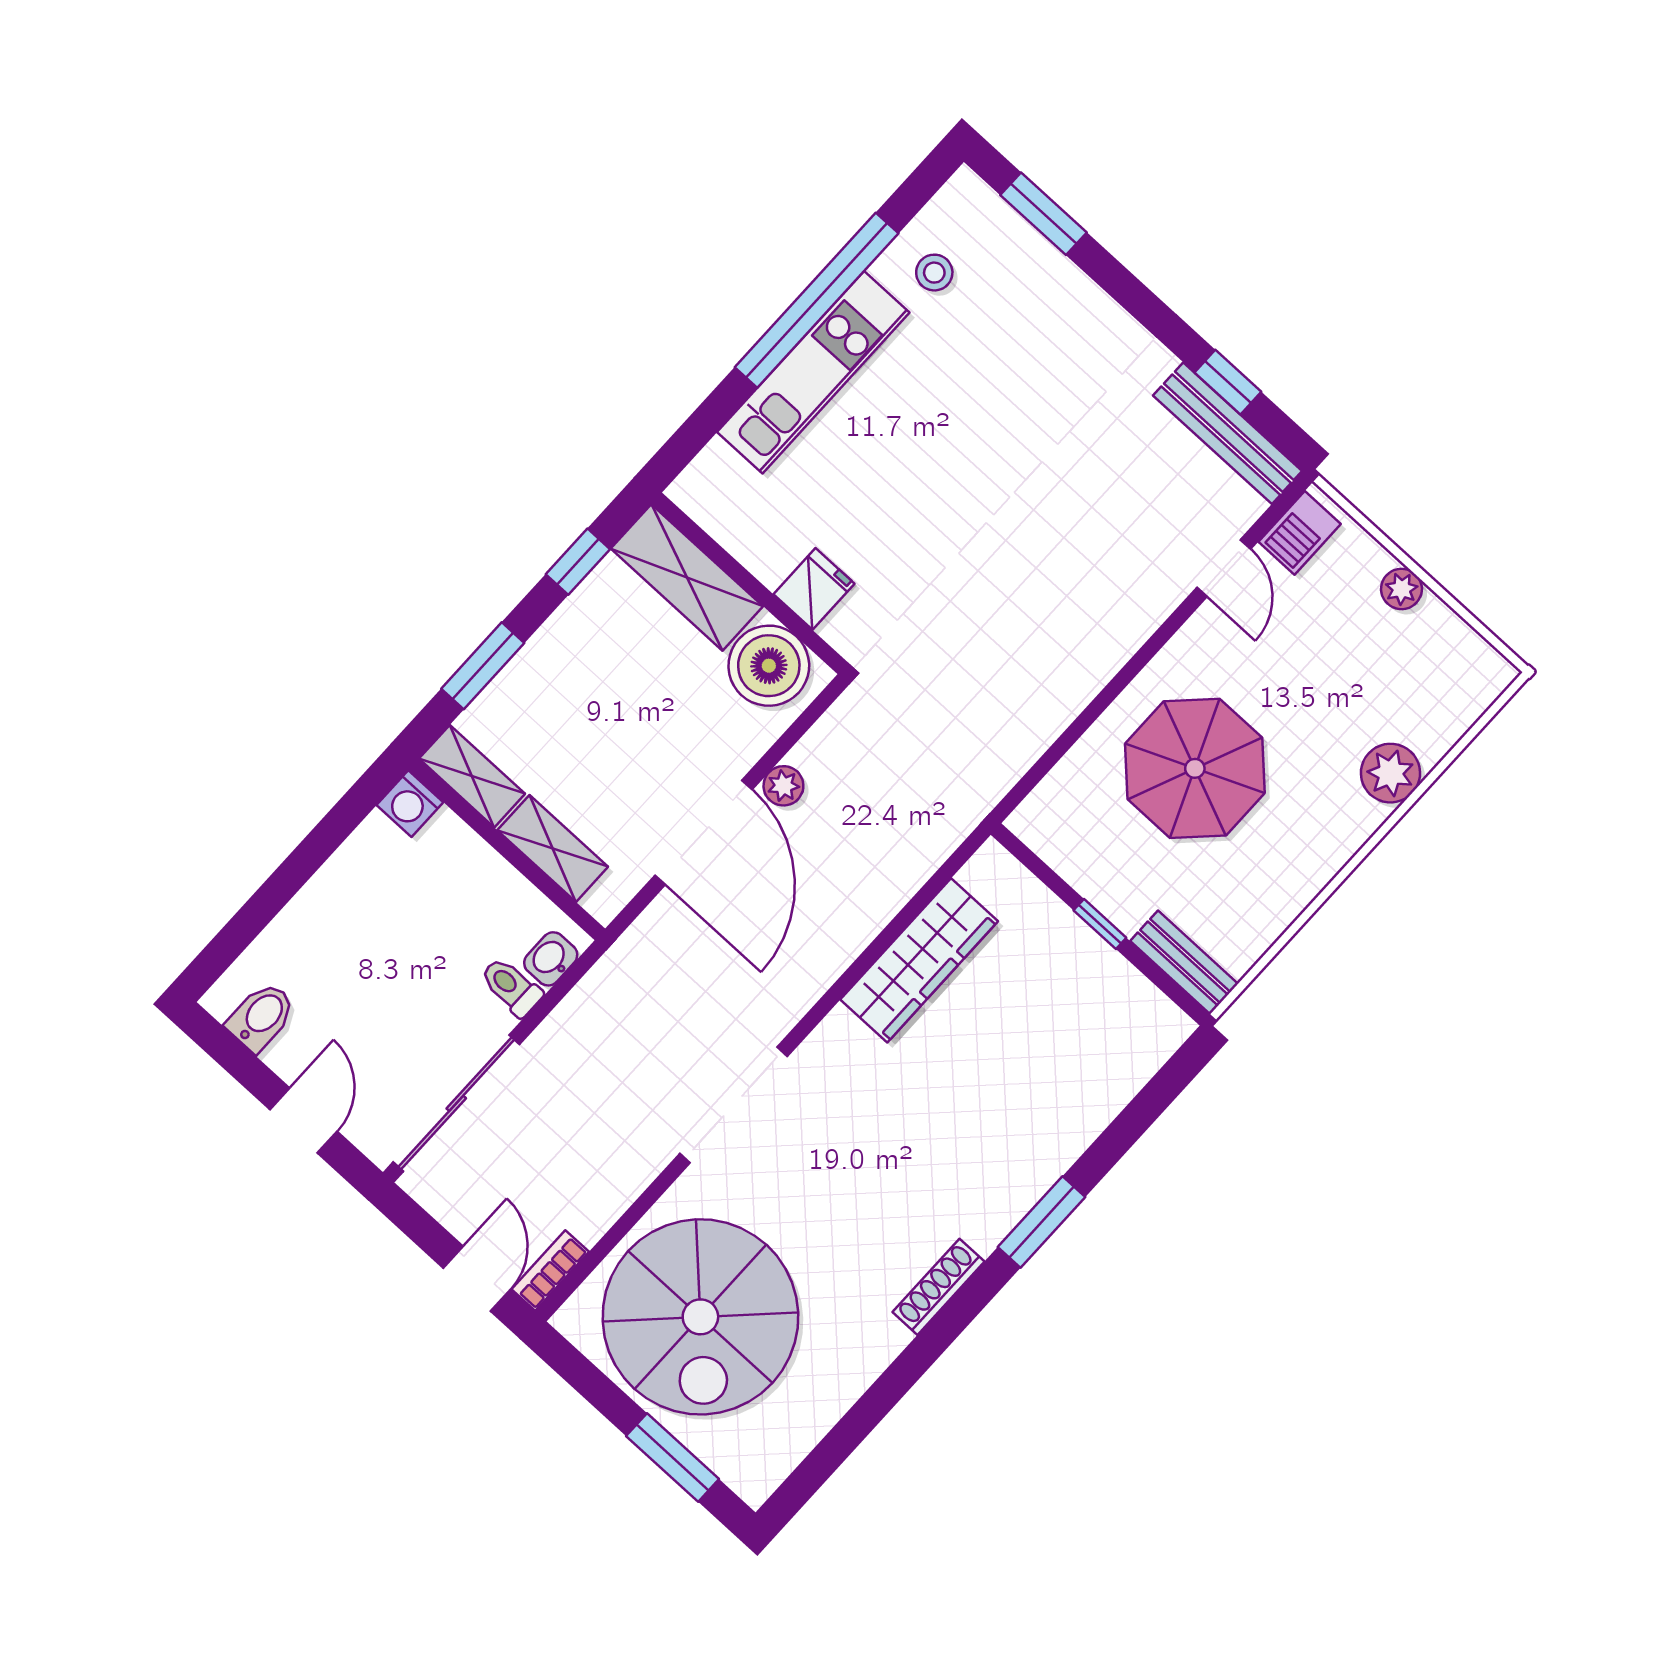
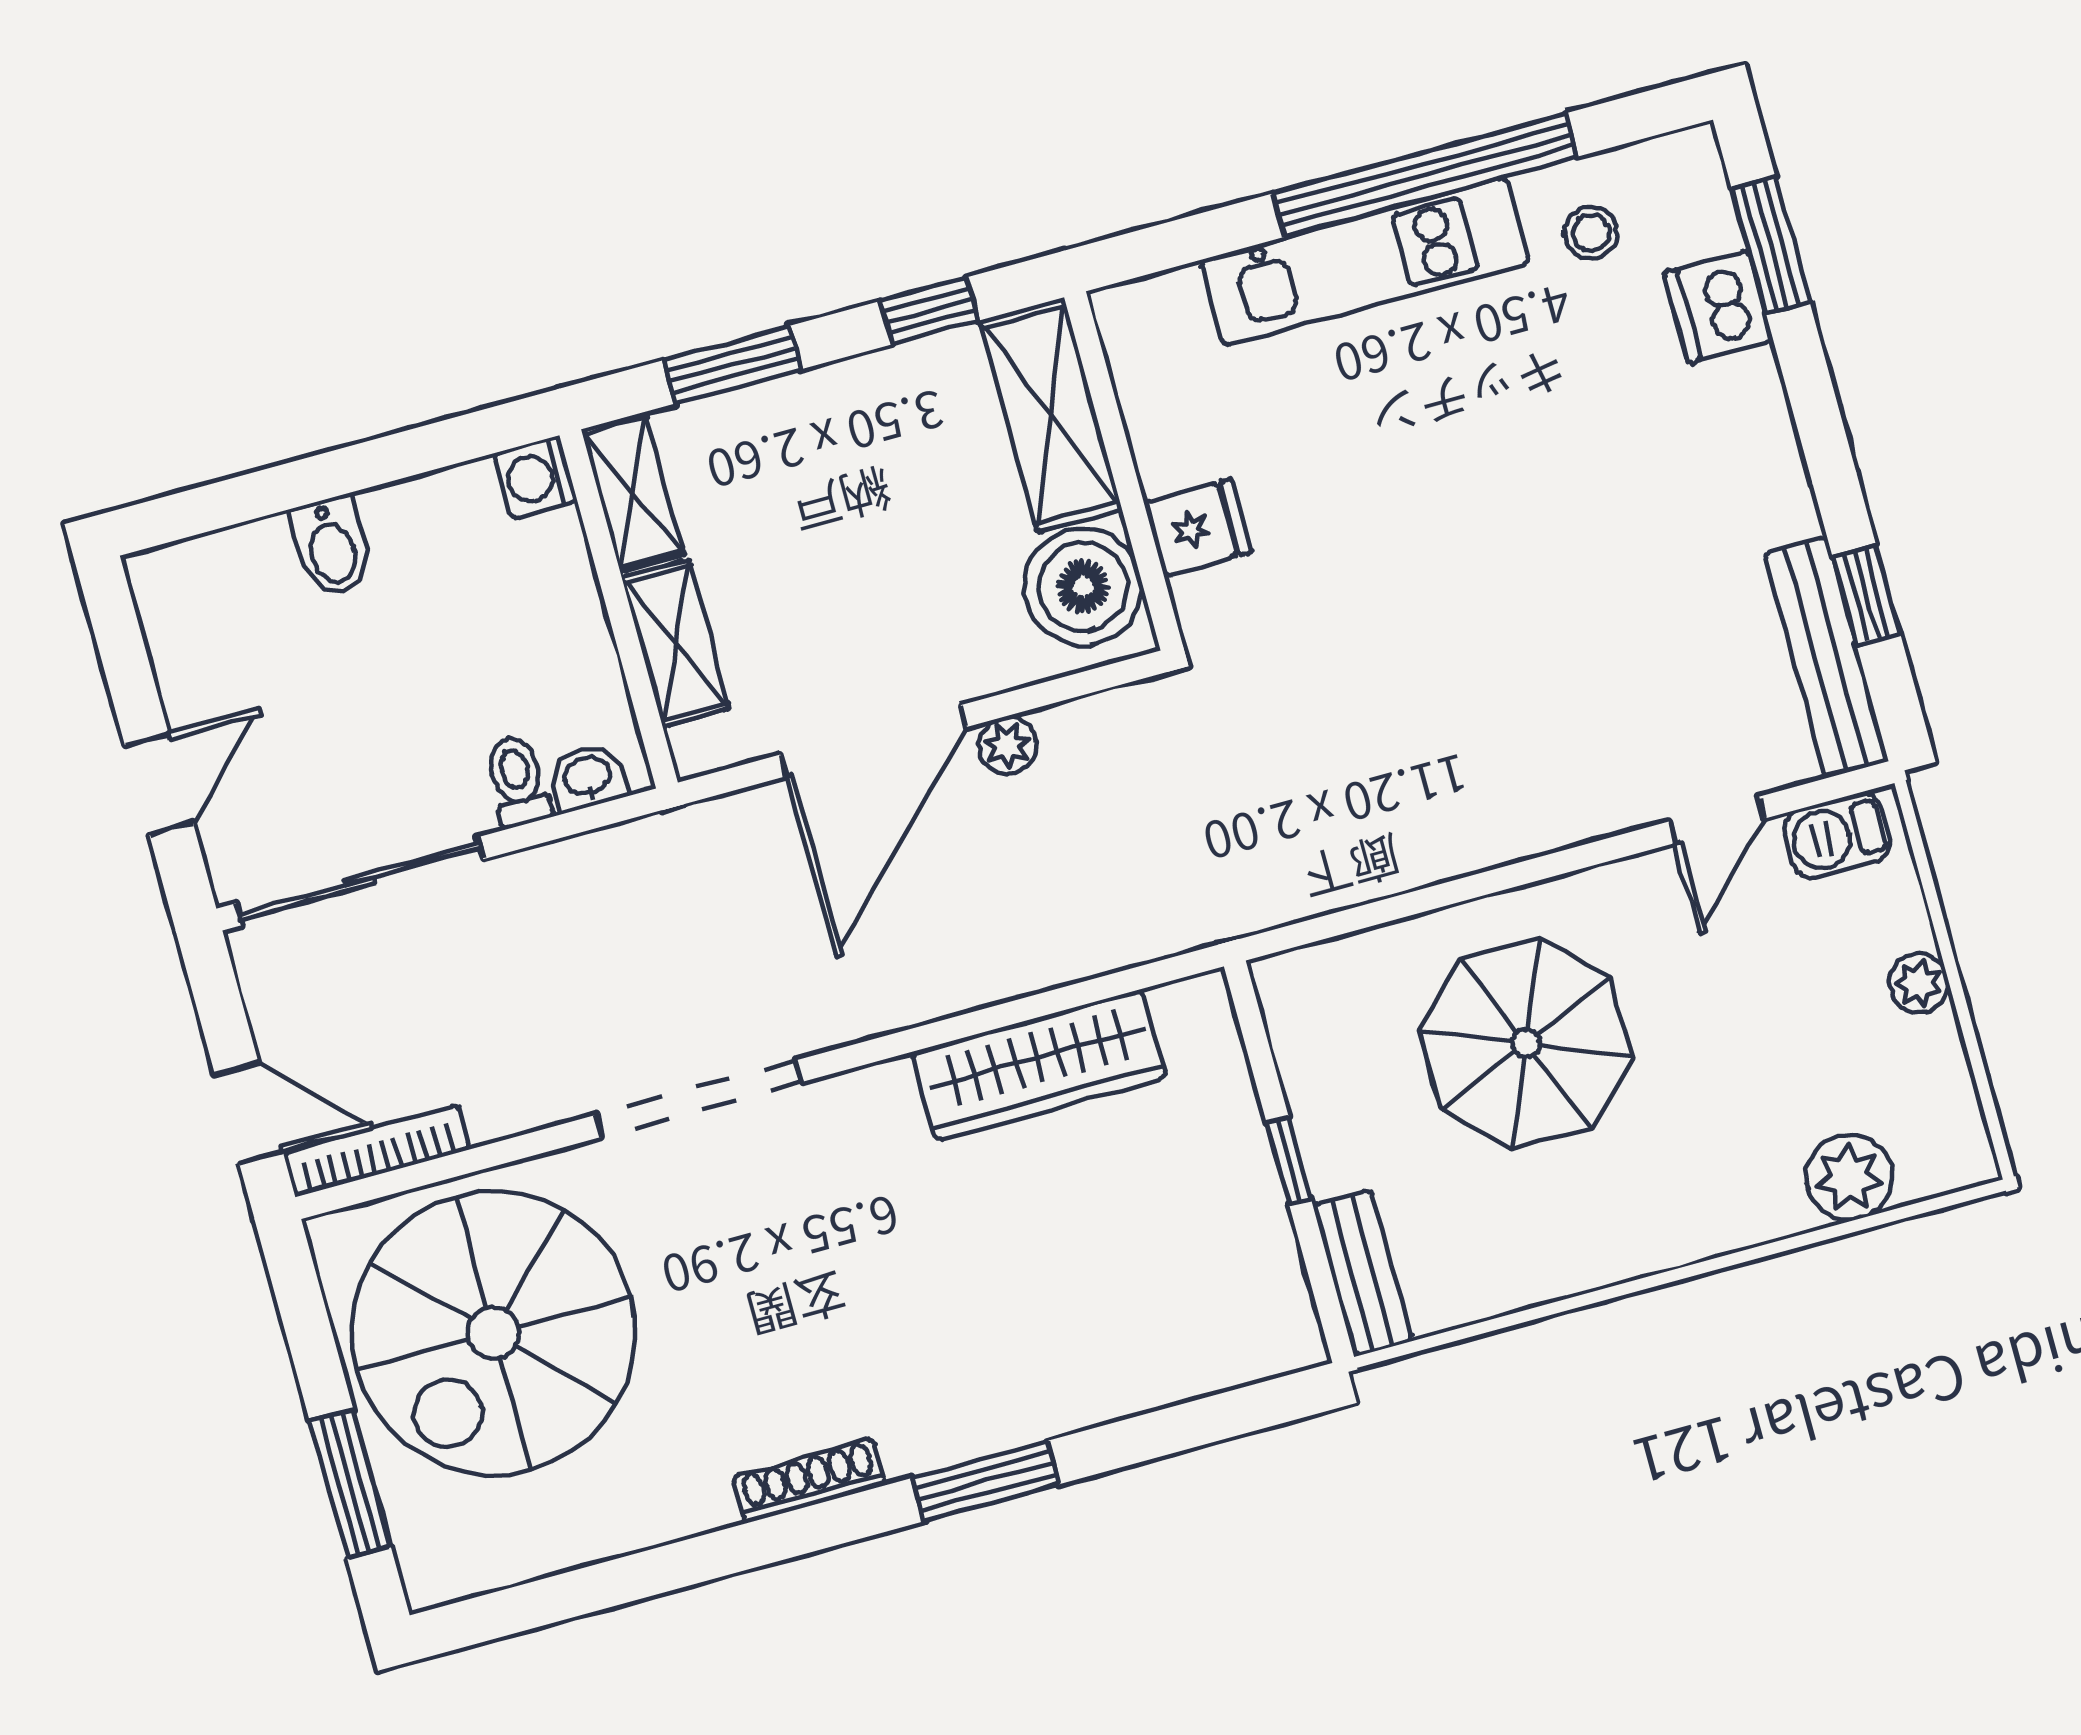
dishwasher: (1036, 269) -> (1718, 307), added
plant: (1391, 773) -> (1849, 1177), moved
bidet: (261, 1017) -> (331, 547), moved, turned 90
bookcase: (550, 1271) -> (377, 1151), width x1.56
door: (477, 1279) -> (249, 1113), hinge flipped

